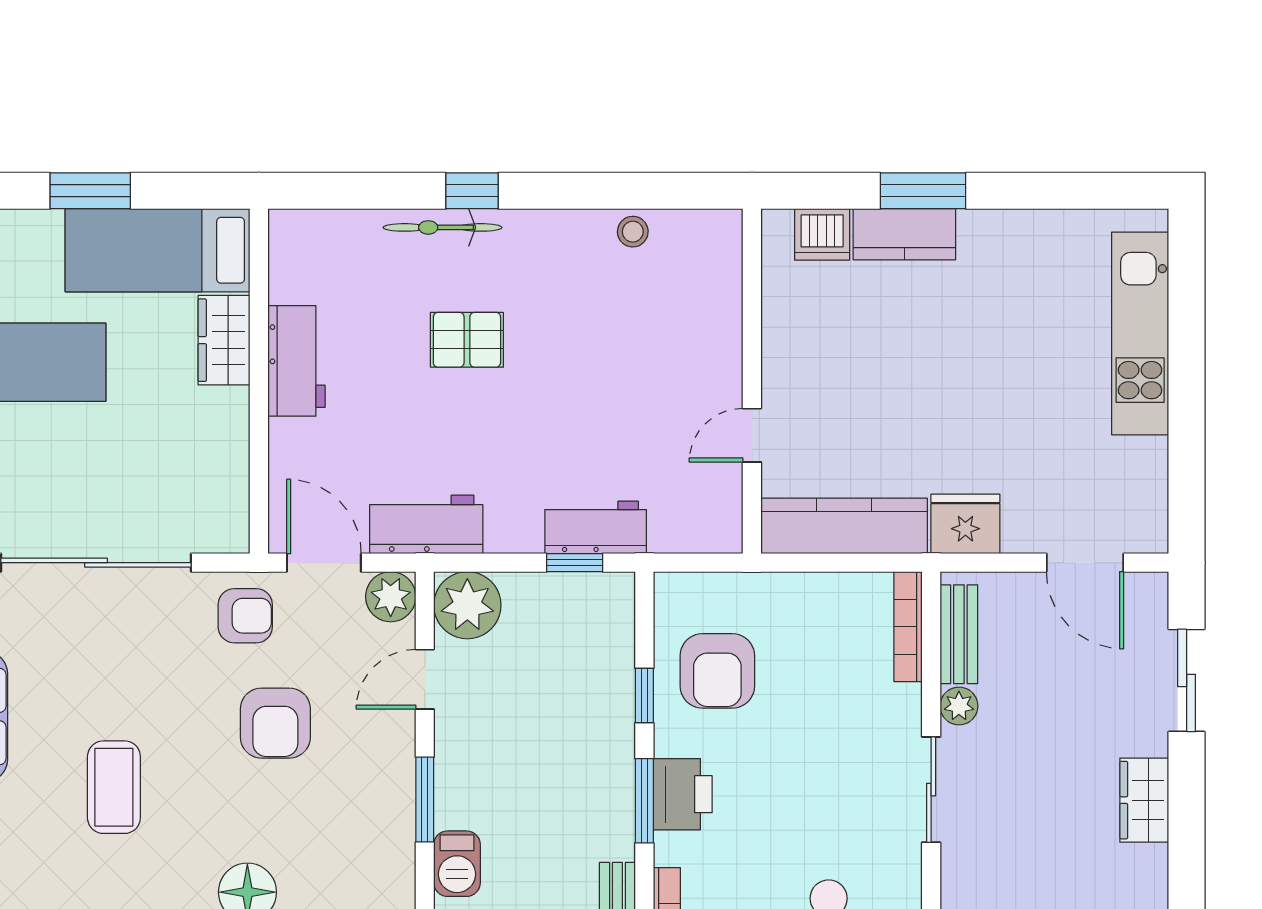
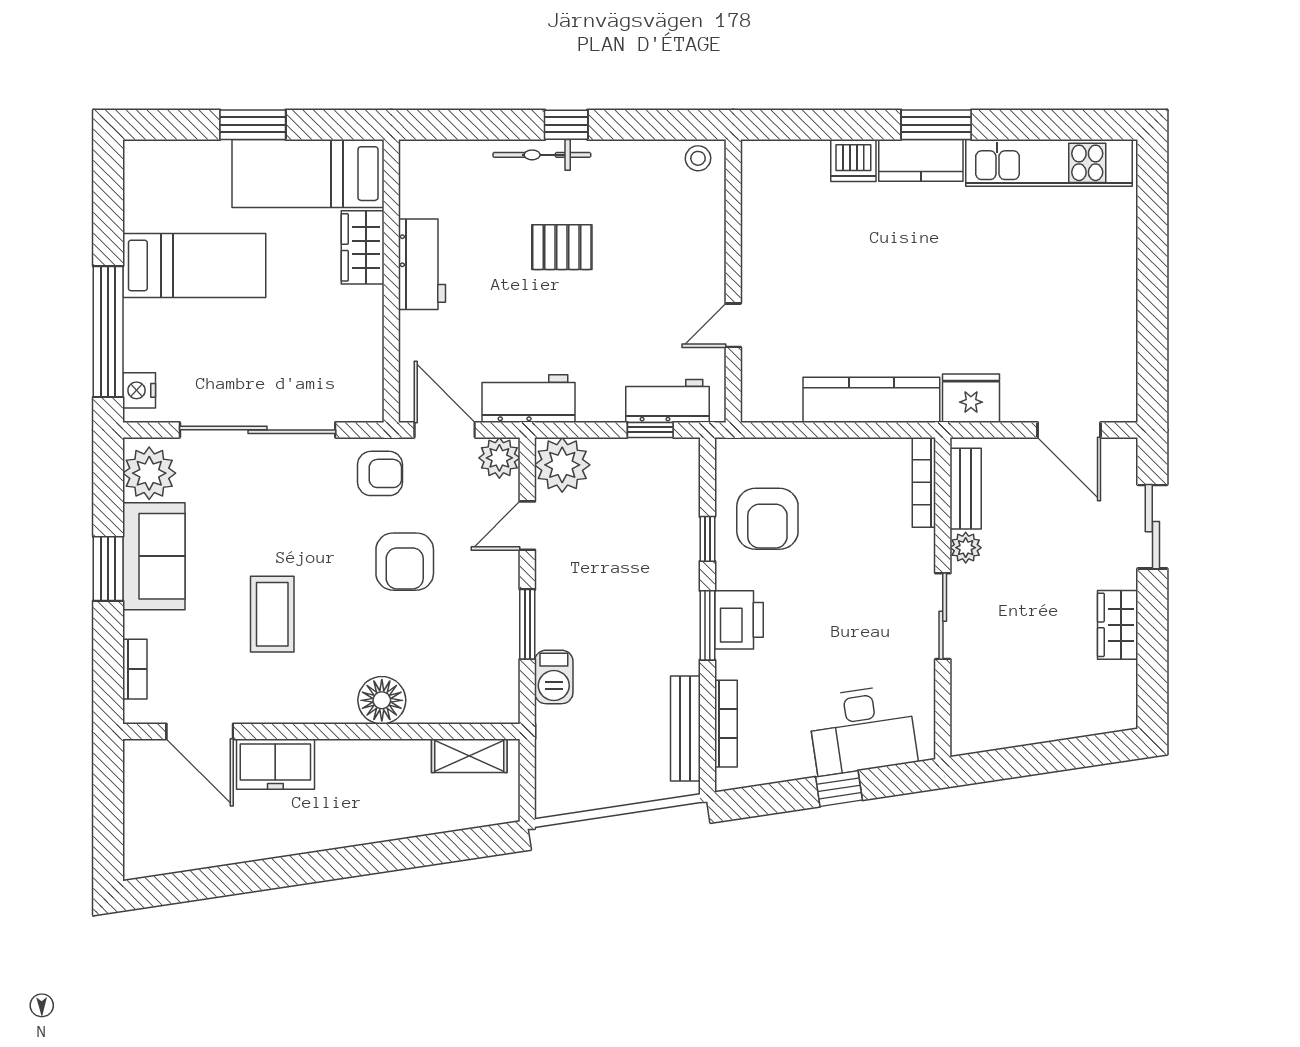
kitchen unit: (1140, 334) -> (1049, 163), moved, turned -90
wall: (752, 381) -> (733, 281), moved
door: (752, 435) -> (733, 325), moved

